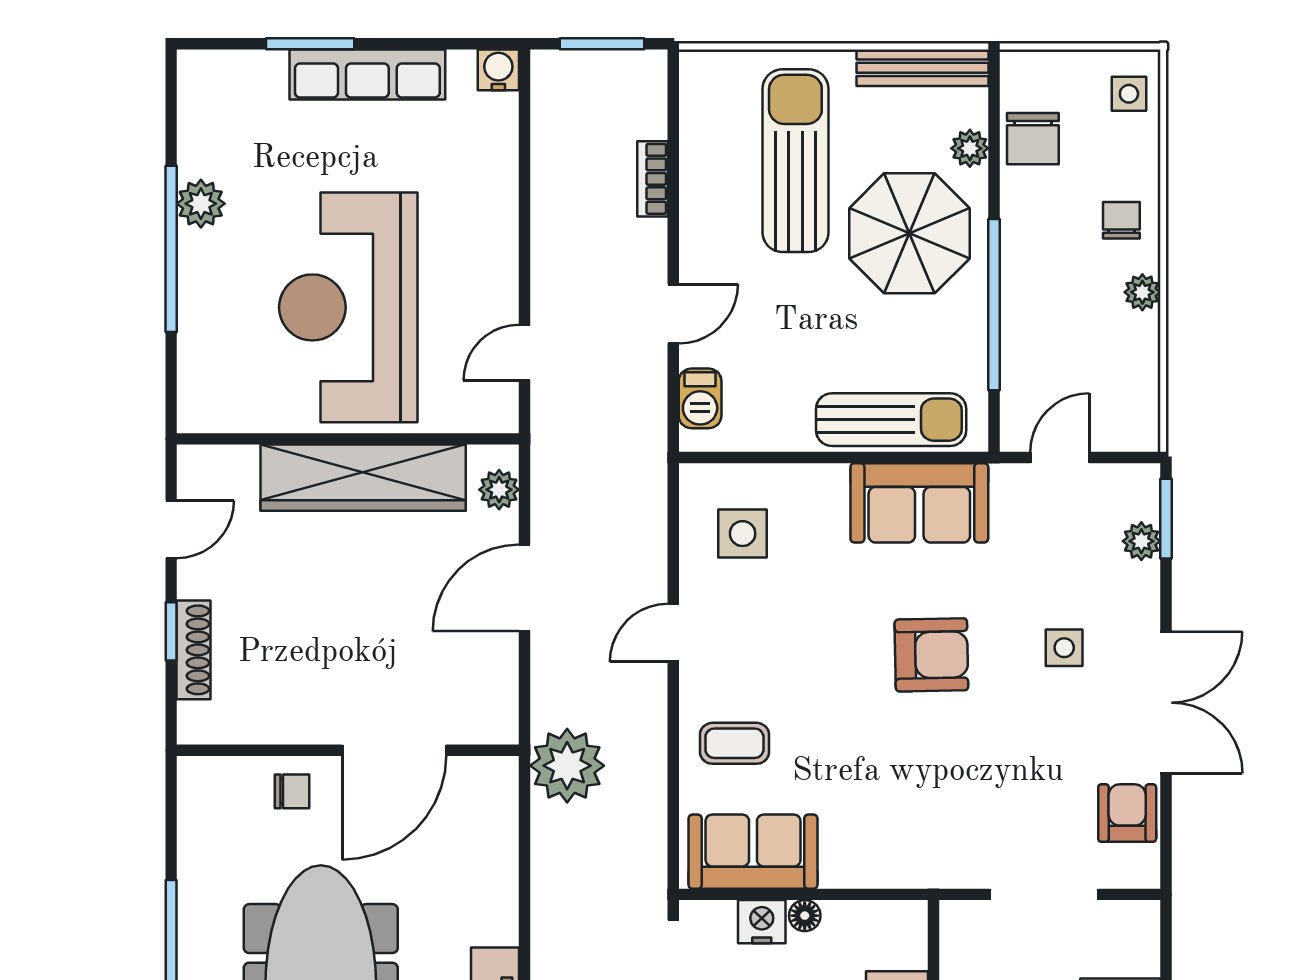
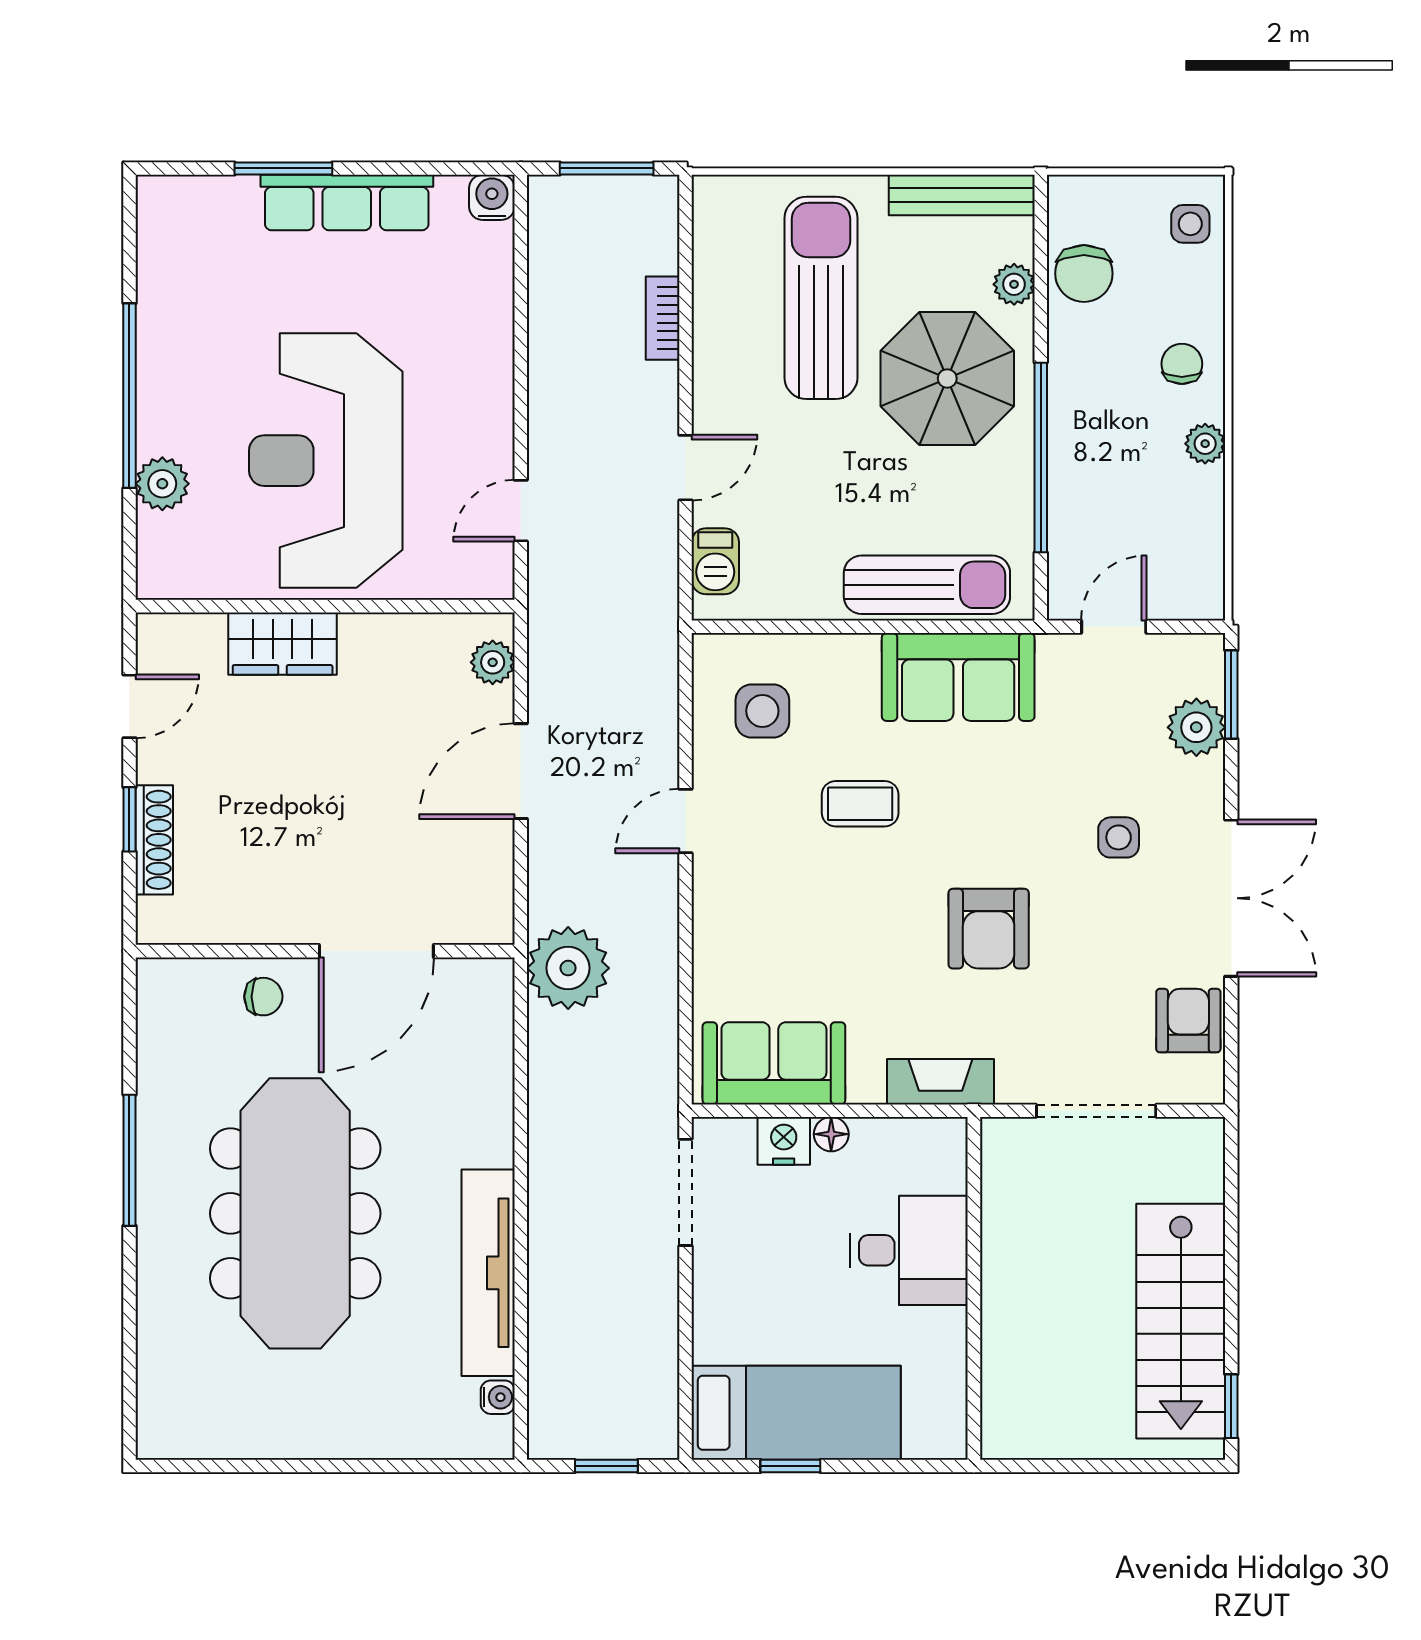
plant: (201, 204) -> (162, 484), moved
wardrobe: (363, 478) -> (283, 644), width x0.48, depth x0.85
plant: (1141, 541) -> (1196, 727), width x1.38, depth x1.38
armchair: (931, 655) -> (989, 929), moved, turned 91
coffee table: (734, 743) -> (860, 804), moved
fireplace: (903, 868) -> (940, 1082), added

